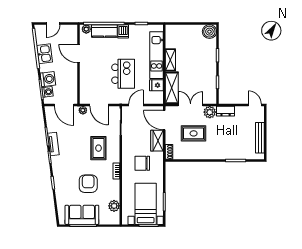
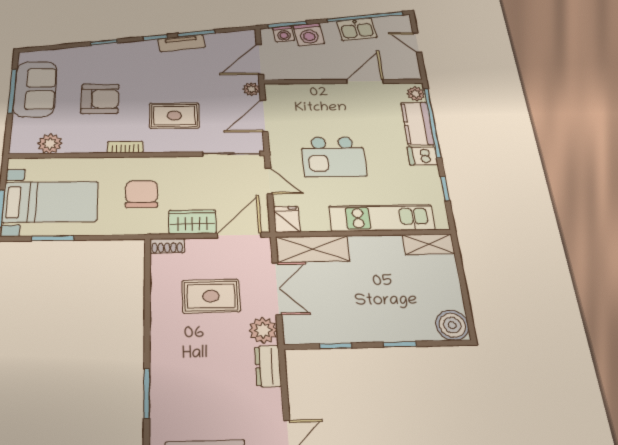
shelving: (170, 60) -> (428, 244), moved
fridge: (156, 85) -> (287, 219), moved
rug: (194, 133) -> (211, 296), turned 90

